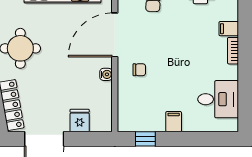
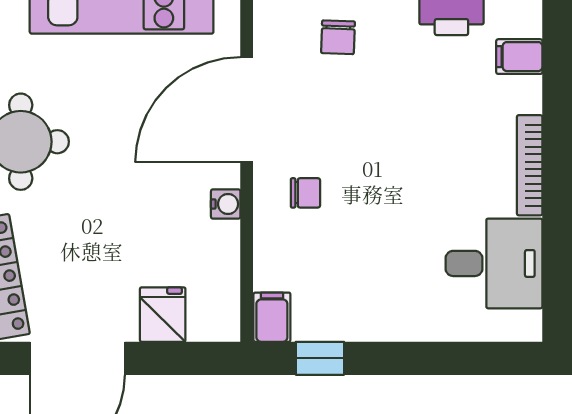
filing cabinet: (229, 29) -> (519, 57), moved
bookcase: (233, 51) -> (530, 165), width x1.56
filing cabinet: (174, 122) -> (272, 317), moved

